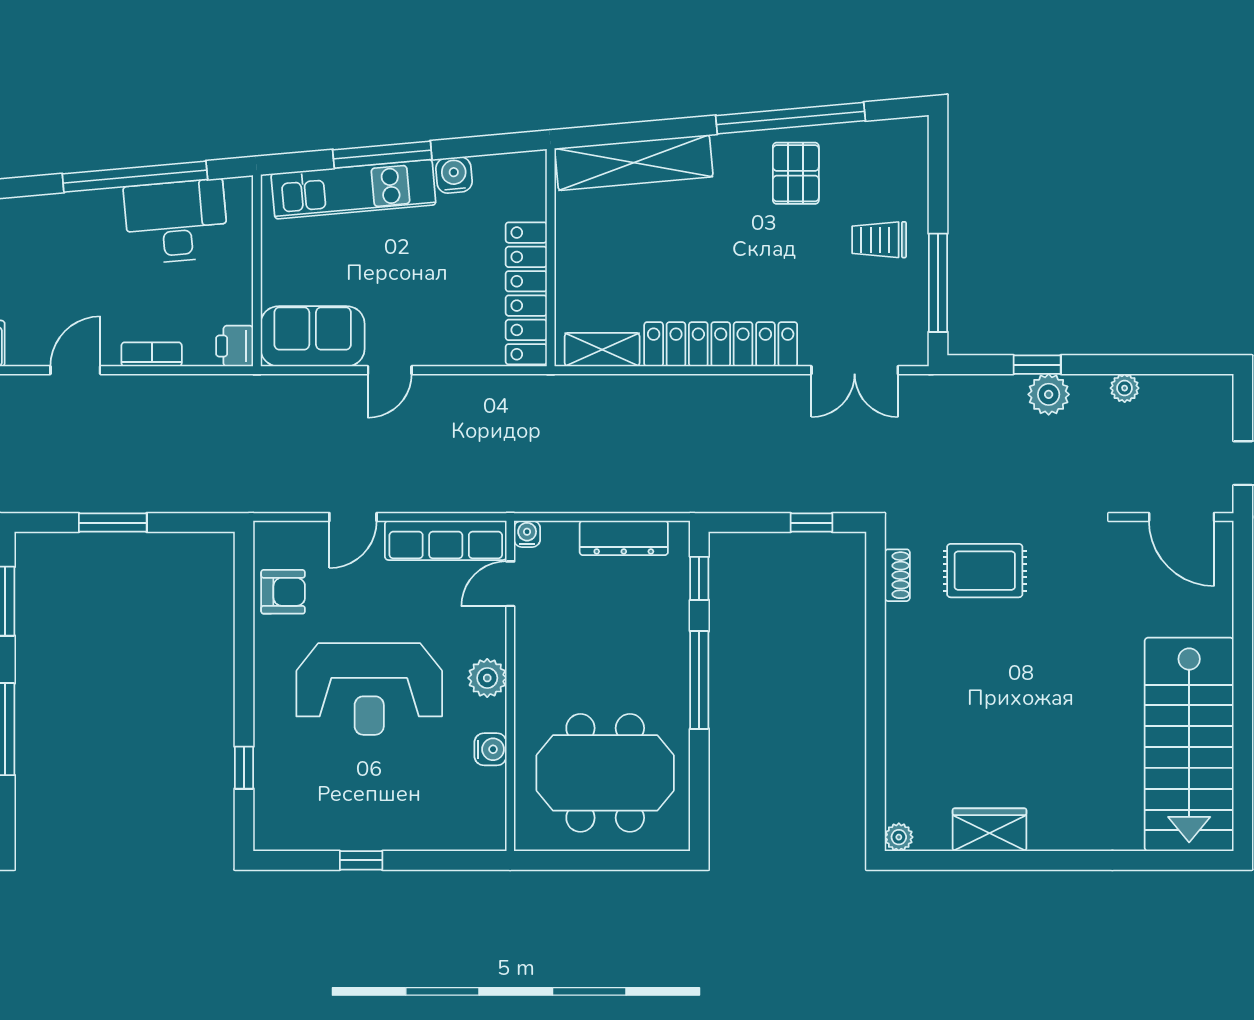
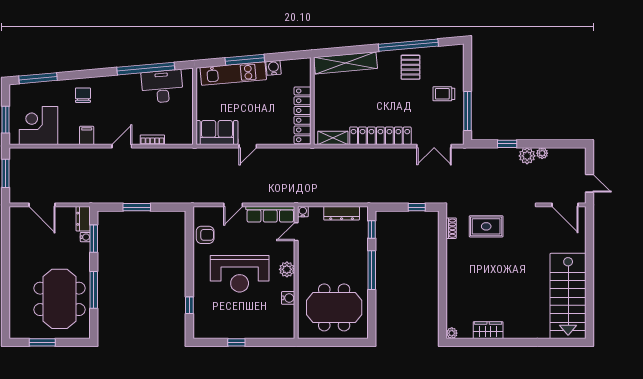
printer: (235, 346) -> (186, 136), removed
plant: (1049, 394) -> (527, 156), moved

